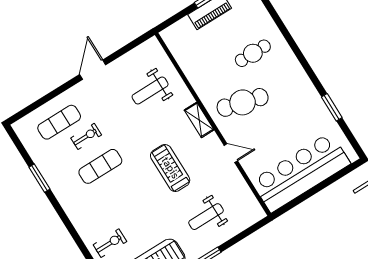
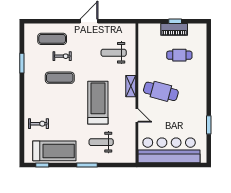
cafe table: (253, 53) -> (179, 55), moved
treadmill: (170, 168) -> (98, 103), width x1.37, depth x1.38

